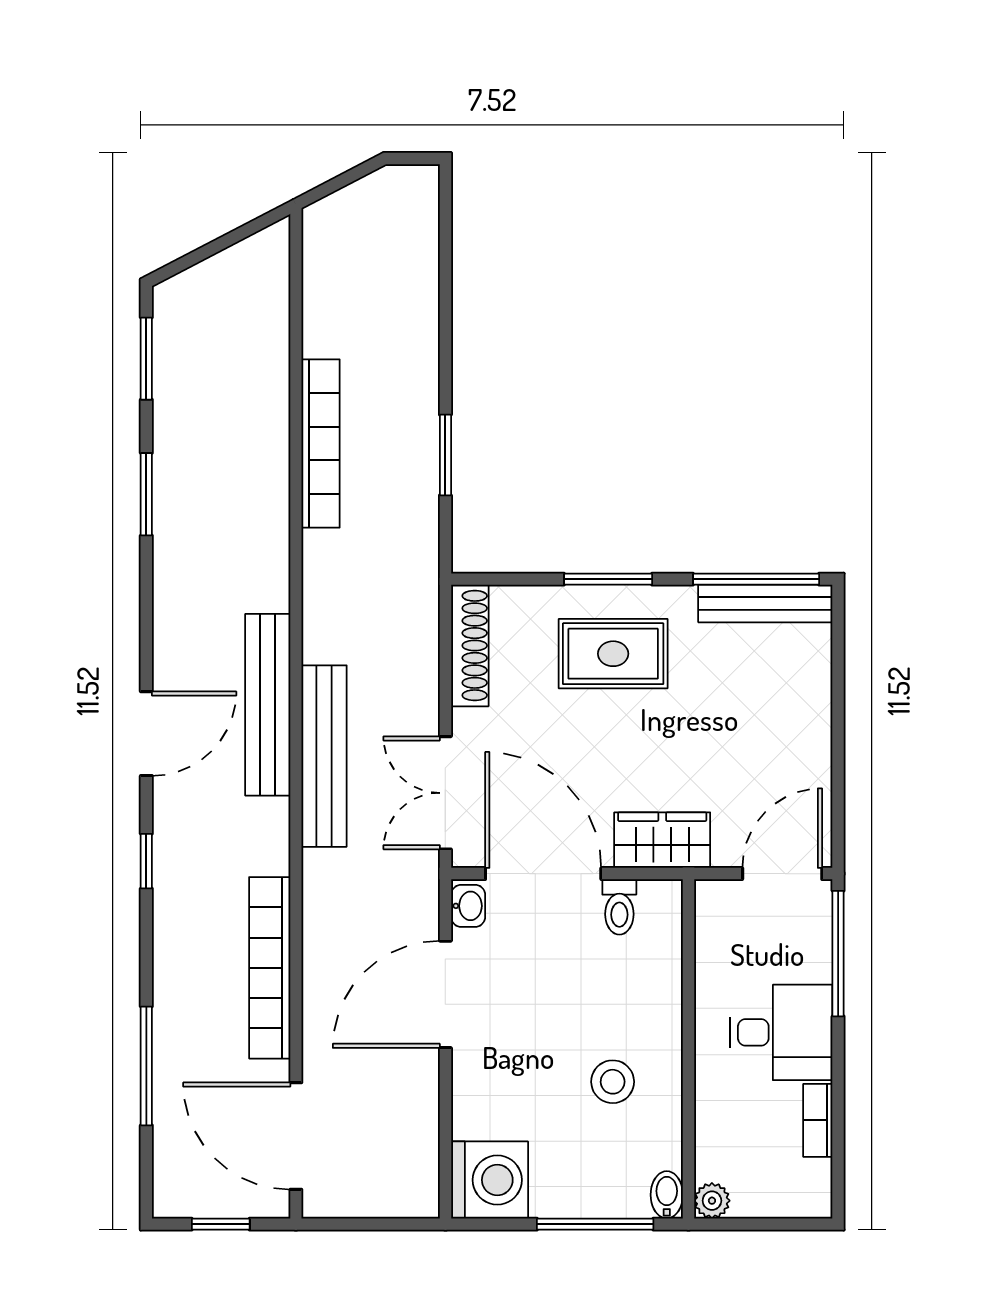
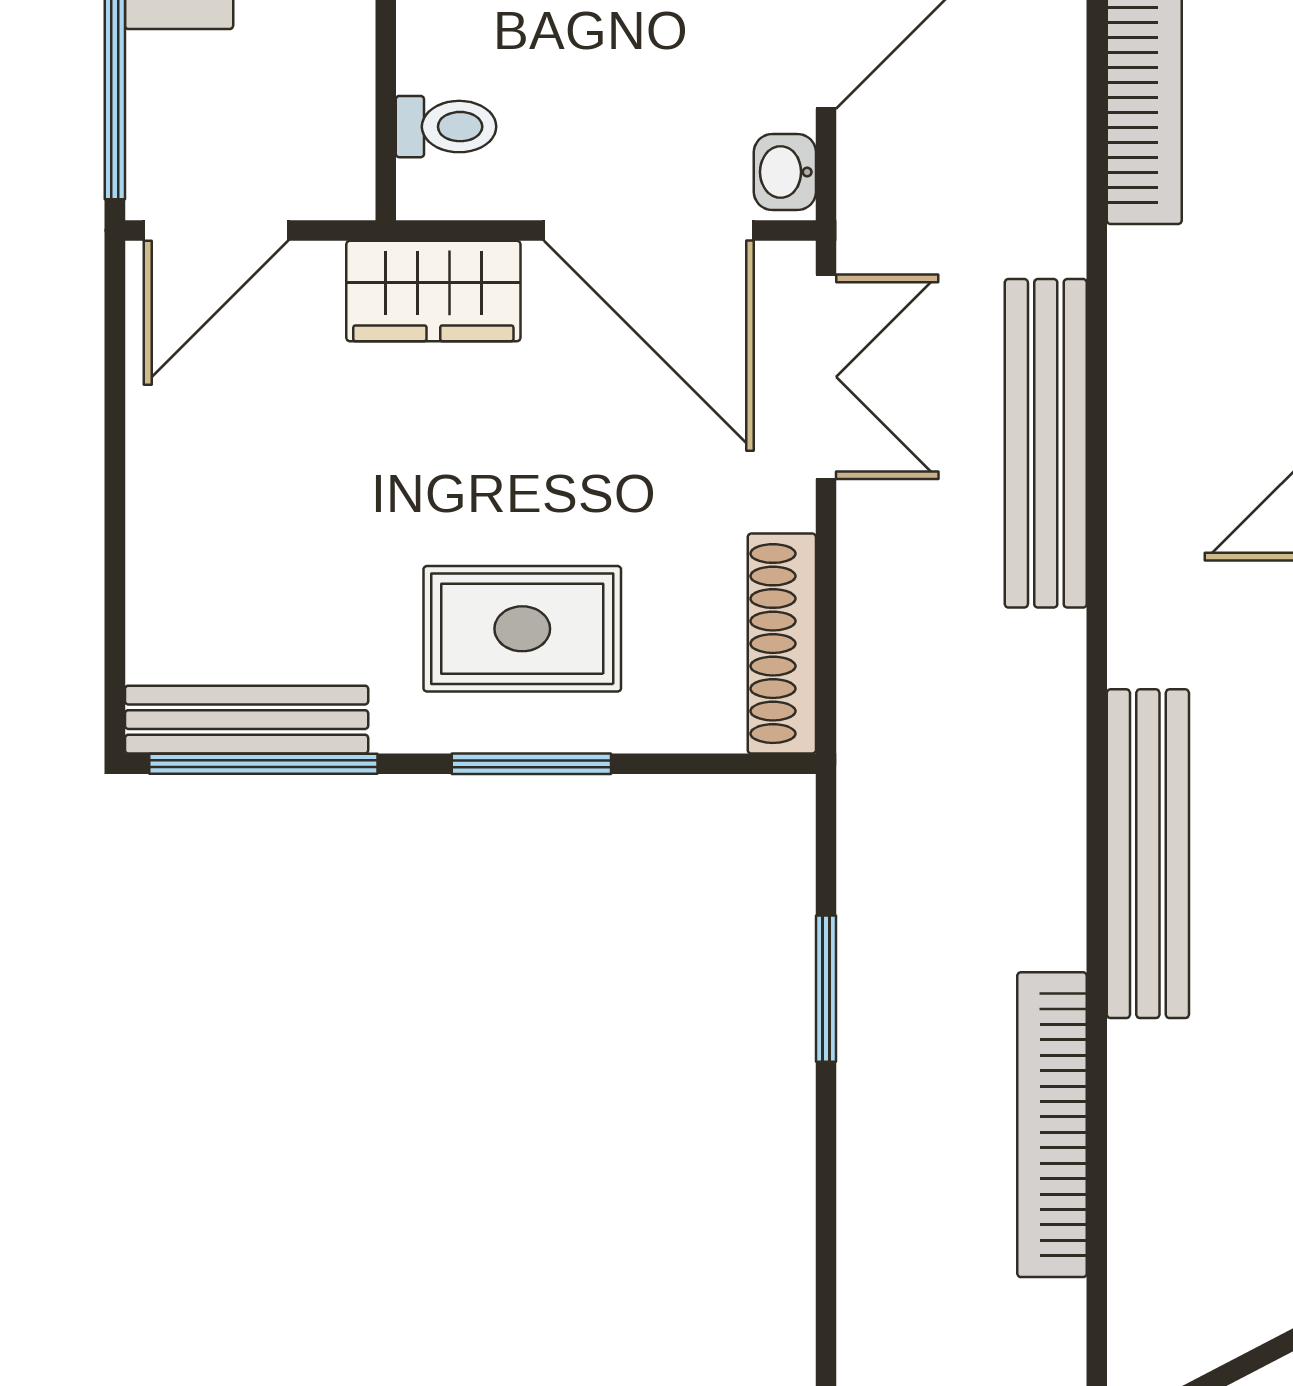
bookcase: (321, 443) -> (1052, 1125), moved
bench: (268, 705) -> (1148, 854), moved
toilet: (619, 907) -> (446, 127), moved, turned 90

